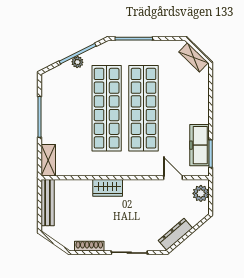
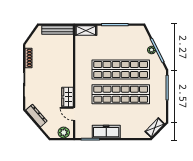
freezer: (199, 145) -> (106, 132), moved
door: (173, 178) -> (74, 114), swing flipped
wardrobe: (108, 188) -> (67, 97), moved

